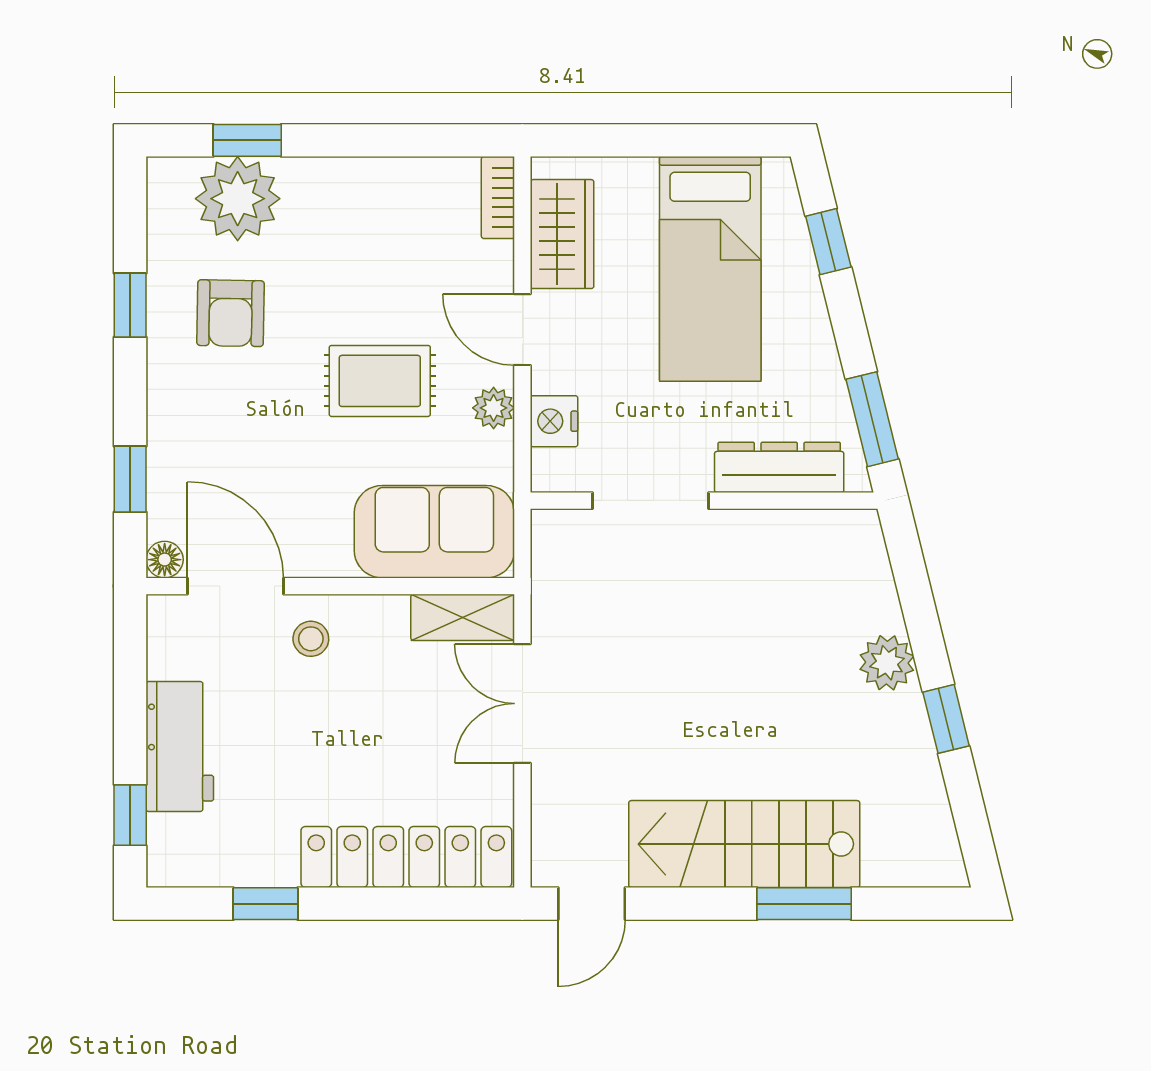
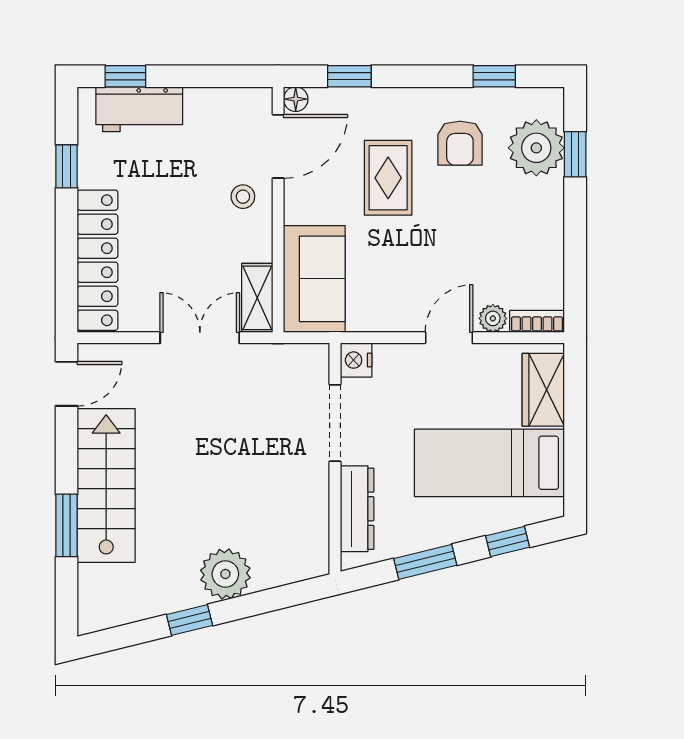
wardrobe: (562, 234) -> (543, 390), moved, turned 90
window: (130, 305) -> (494, 76), moved
armchair: (231, 313) -> (460, 143), turned -91
rug: (380, 381) -> (388, 178), moved
plant: (494, 408) -> (493, 318), moved
window: (872, 419) -> (425, 562), moved
nightstand: (554, 421) -> (356, 360), moved, turned -90
plant: (887, 663) -> (225, 574), width x1.36, depth x1.36
workbench: (180, 746) -> (139, 109), moved
door: (592, 904) -> (66, 384), swing flipped

